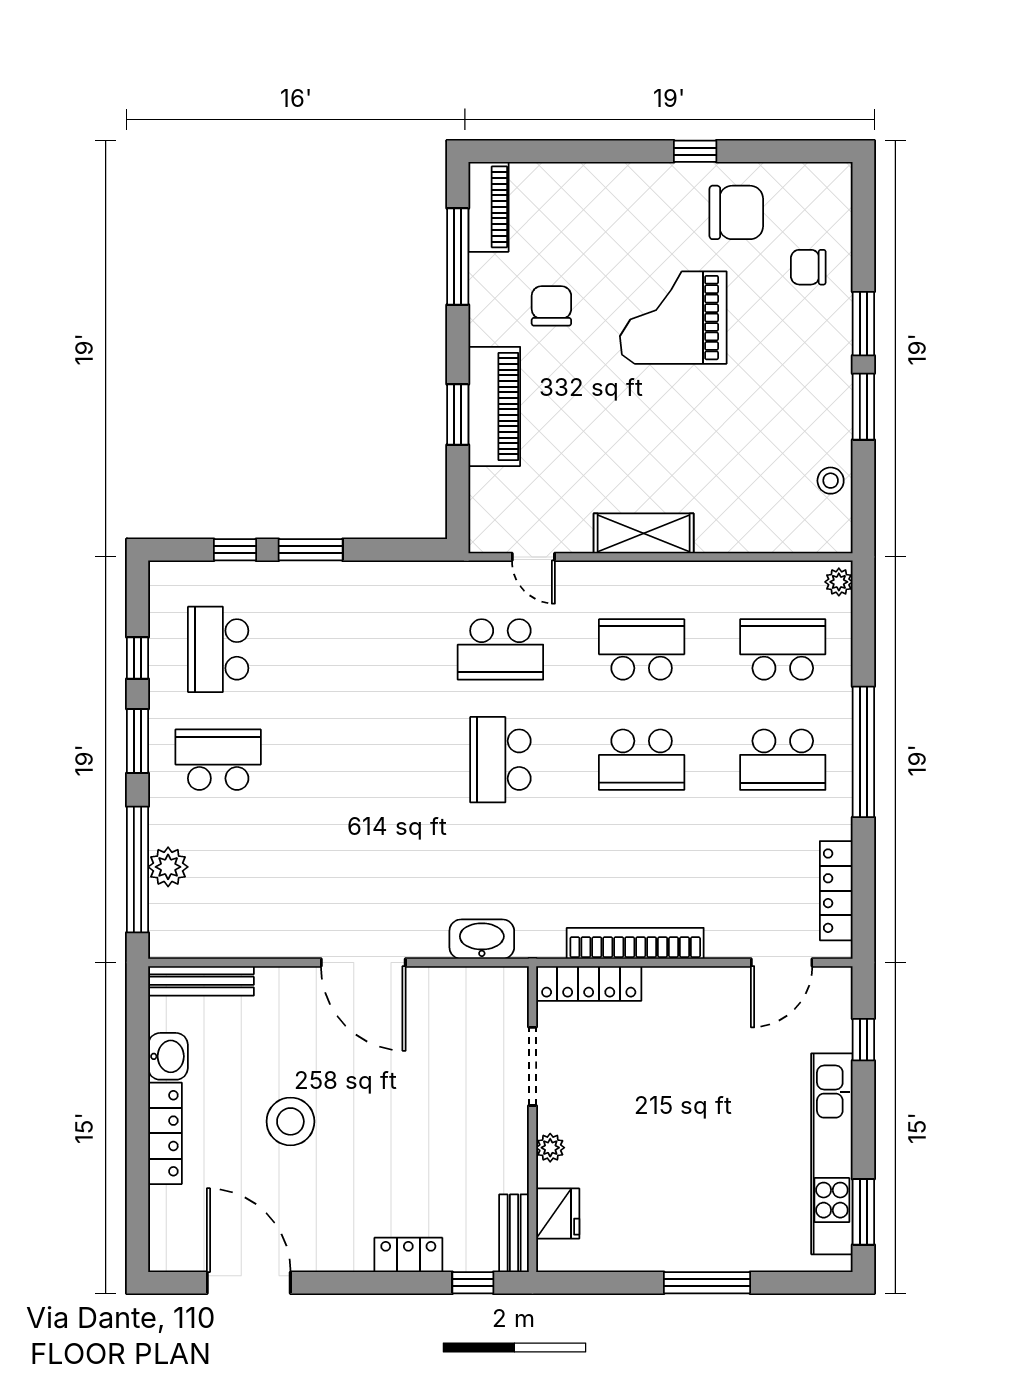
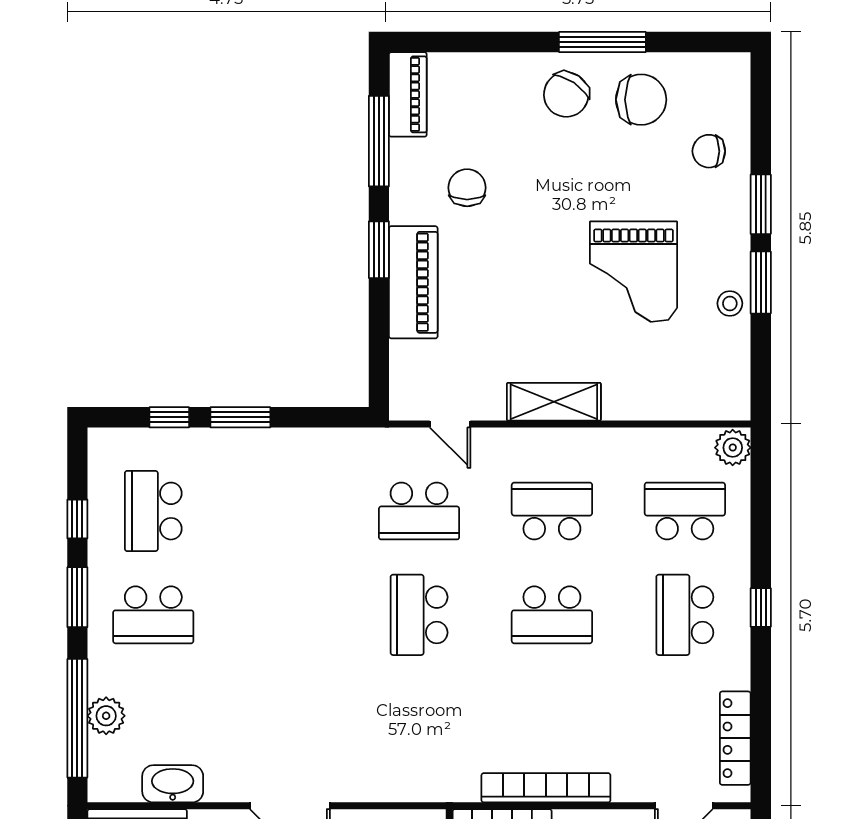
window: (695, 151) -> (602, 42), width x2.17
chair: (657, 207) -> (566, 95), added
grand piano: (673, 318) -> (633, 272), moved, turned -90
window: (458, 415) -> (379, 250), moved
stool: (831, 481) -> (730, 303), moved
plant: (839, 582) -> (733, 448), width x1.38, depth x1.38
window: (863, 752) -> (761, 607), width x0.32
school desk: (218, 760) -> (153, 615), turned 180
school desk: (783, 760) -> (685, 615), turned 90
washbasin: (482, 939) -> (173, 784), moved

